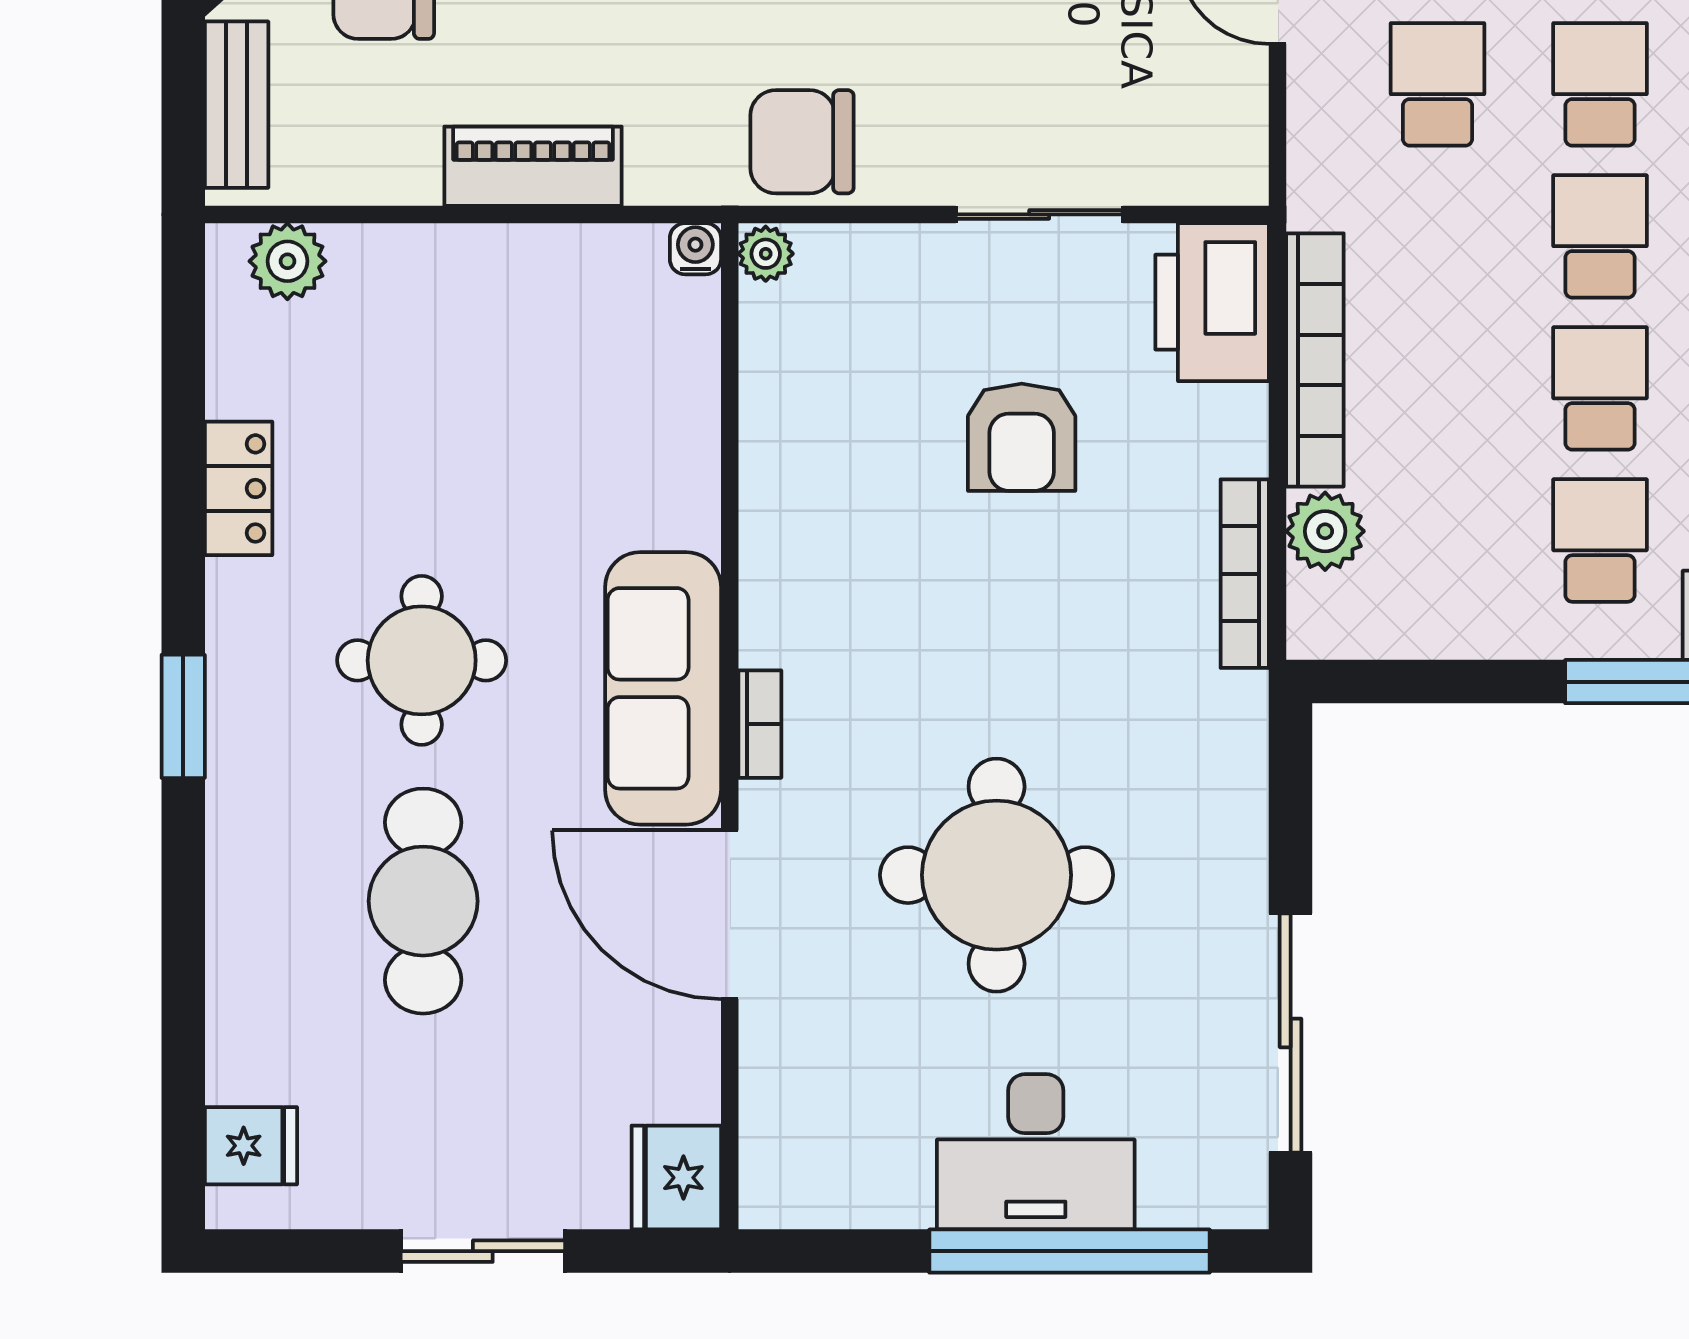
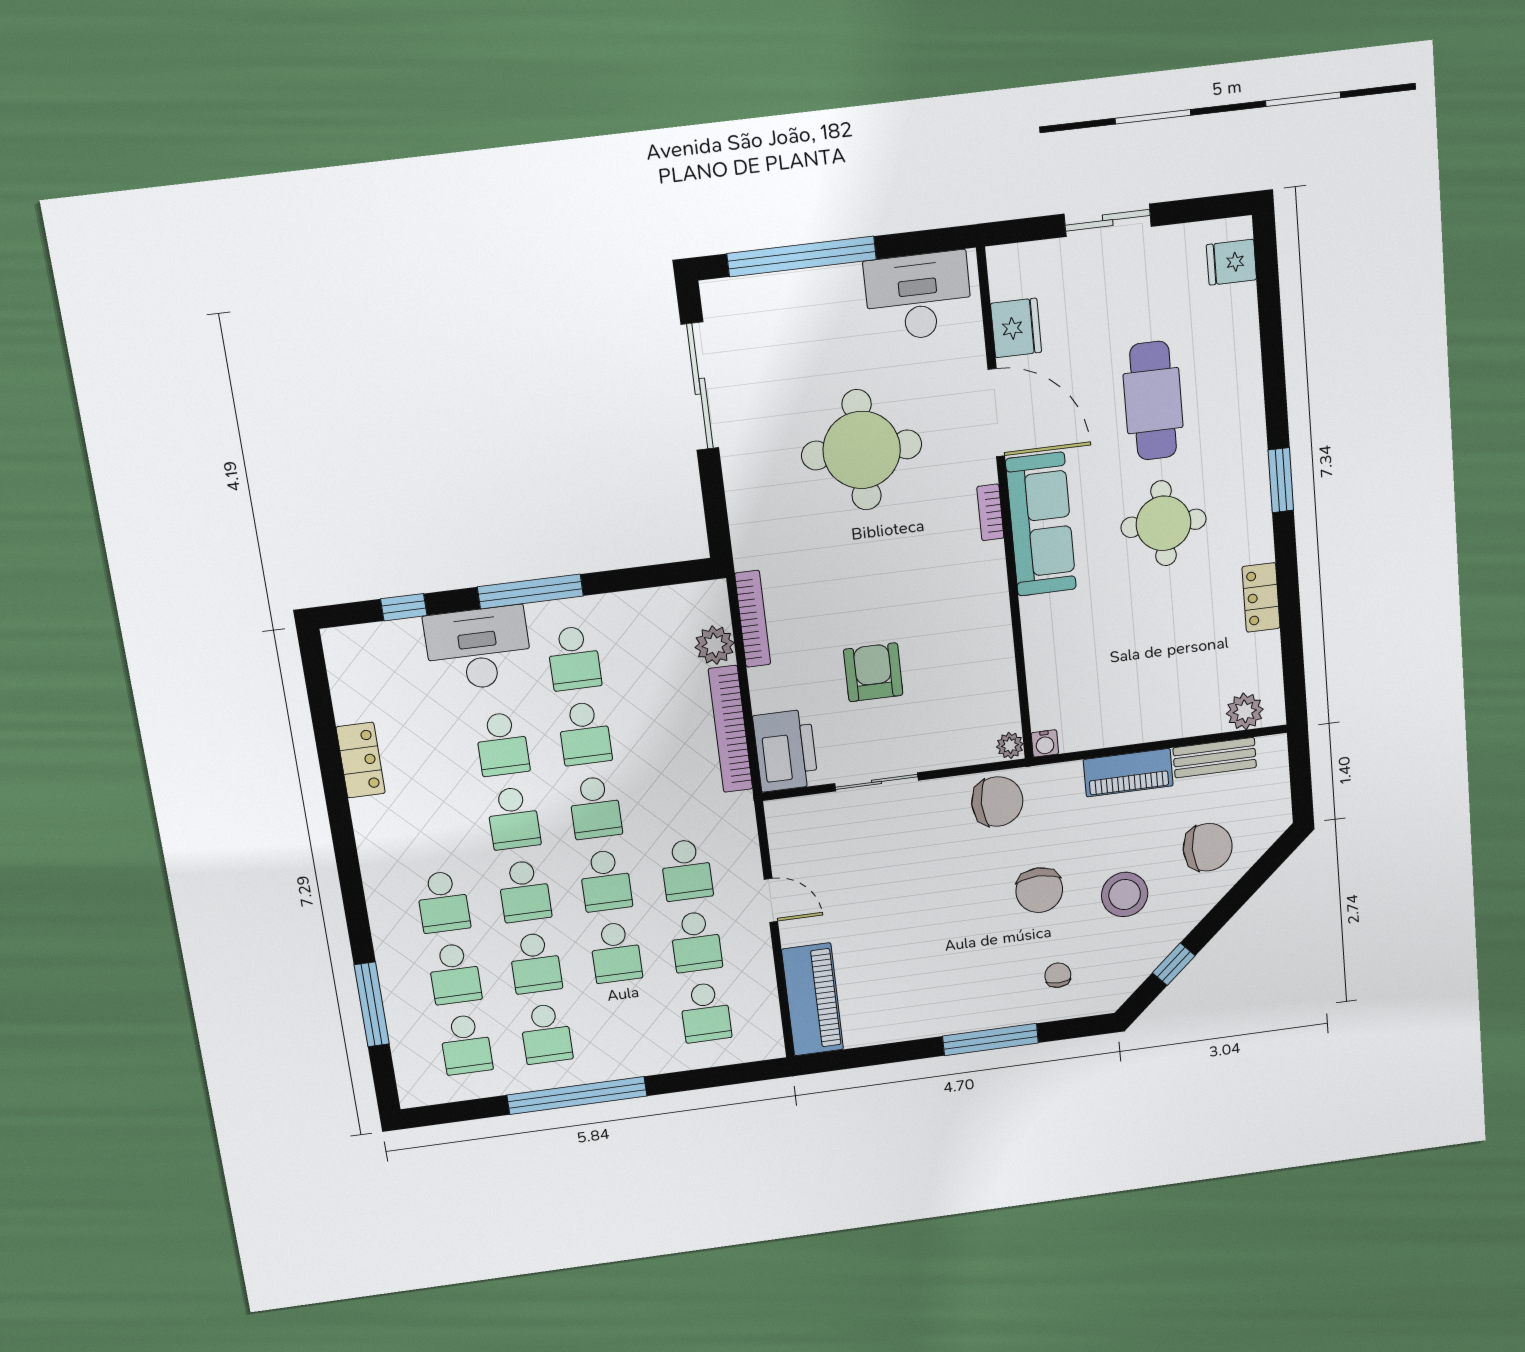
bench: (237, 105) -> (1215, 758), moved, turned 90
desk: (1036, 1152) -> (918, 296), moved
fridge: (676, 1178) -> (1016, 328), moved

